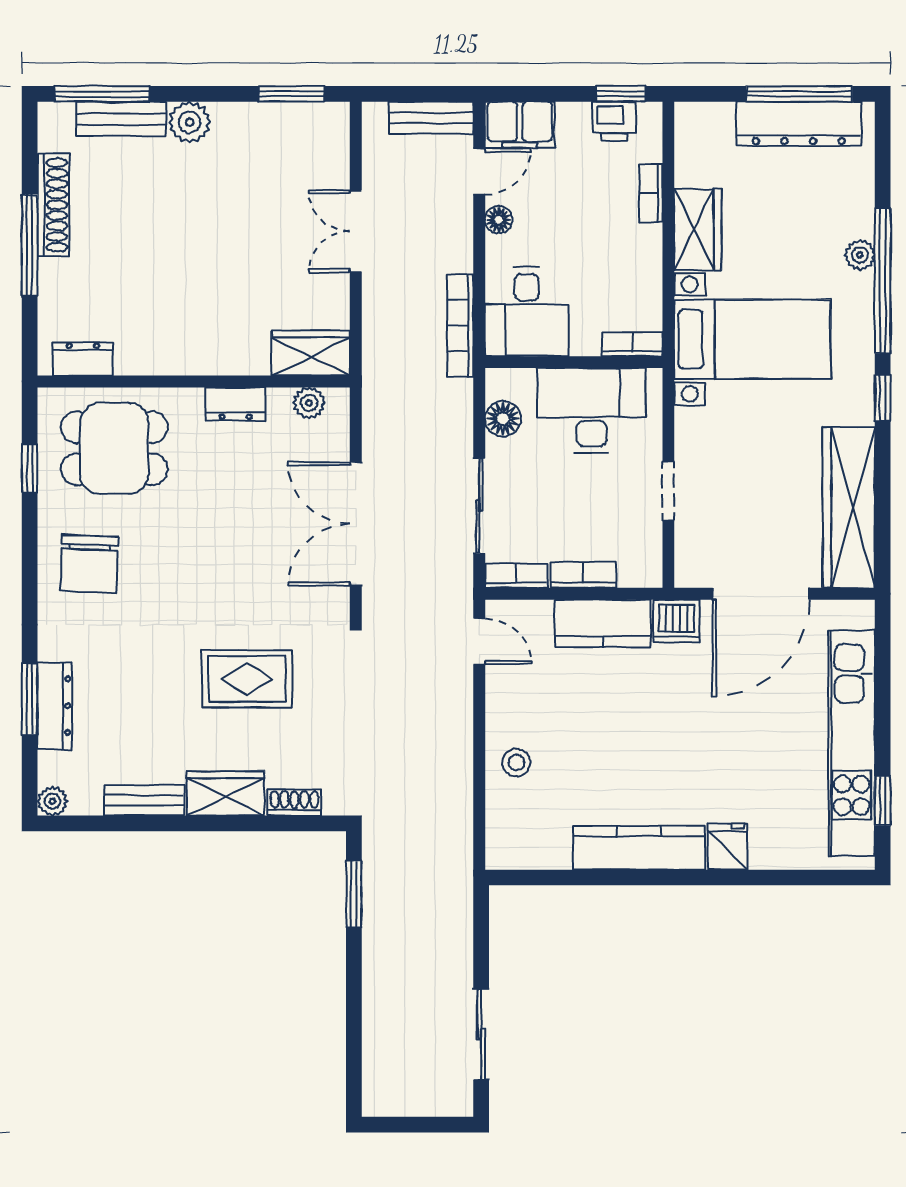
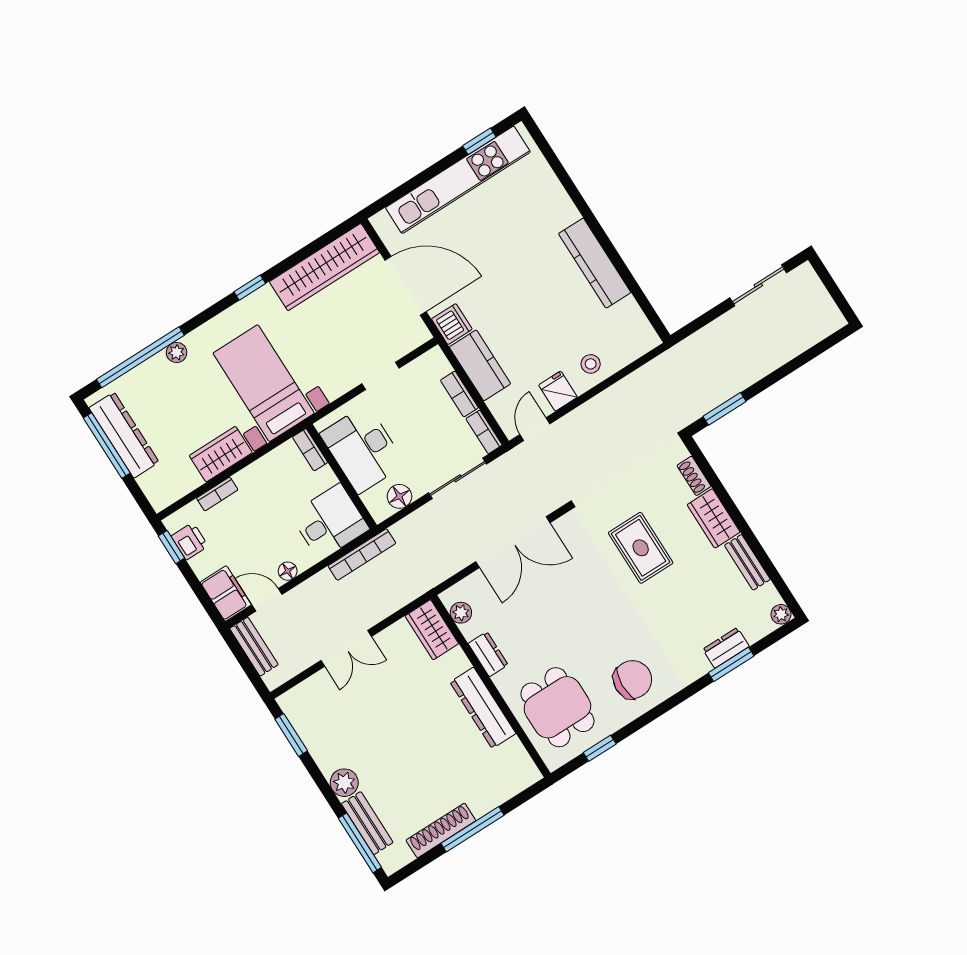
window: (883, 281) -> (140, 357), moved
dresser: (83, 359) -> (483, 708), moved, width x1.96, depth x1.24
dresser: (54, 706) -> (726, 648), width x0.70
fridge: (728, 846) -> (558, 391), moved, turned 90

